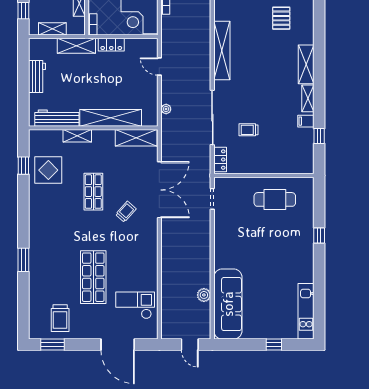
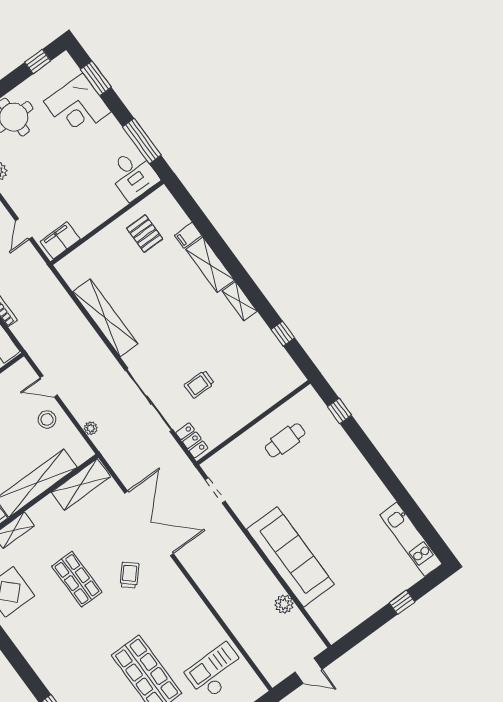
stool: (144, 85) -> (47, 419), added
filing cabinet: (306, 121) -> (188, 235), moved
cafe table: (275, 199) -> (285, 440), width x0.73, depth x0.74
window: (319, 235) -> (339, 411), moved
sofa: (228, 304) -> (290, 557), moved

